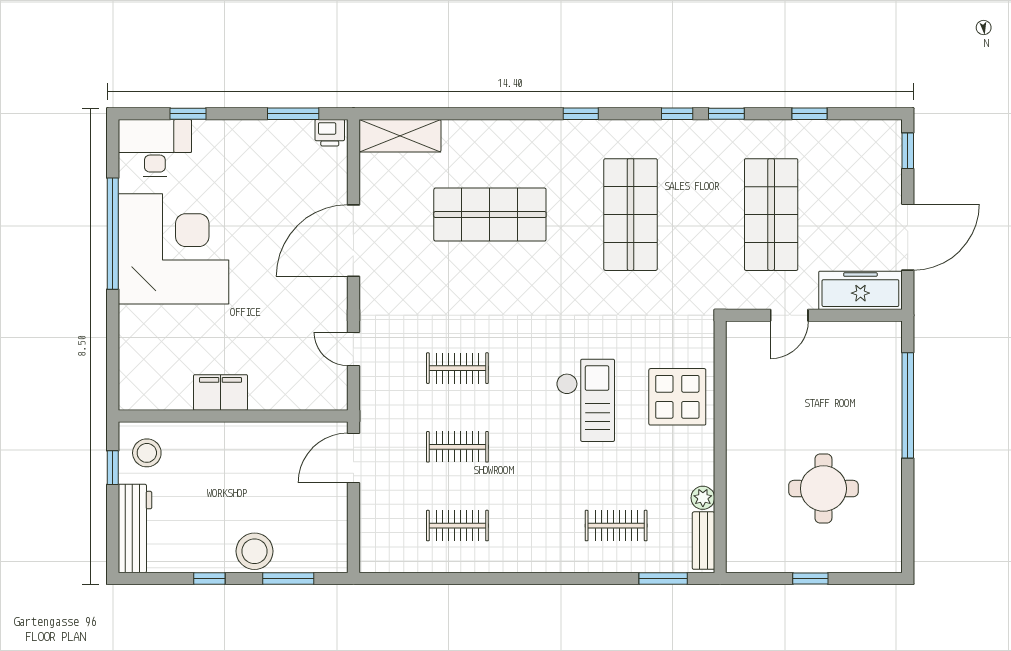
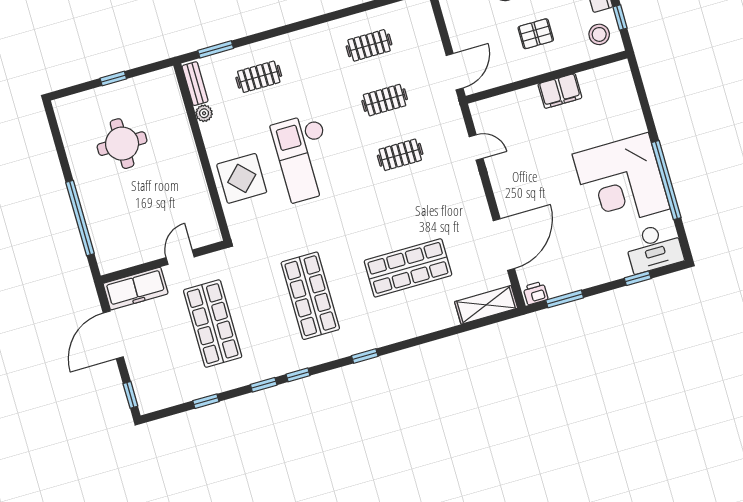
door: (353, 241) -> (504, 245), moved
checkout: (585, 400) -> (305, 158), width x1.36, depth x1.21
pallet: (231, 478) -> (536, 34), added

